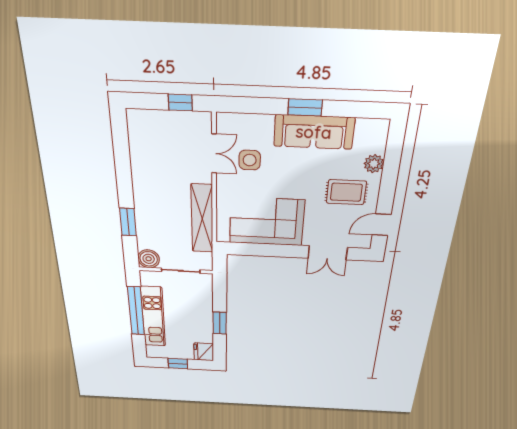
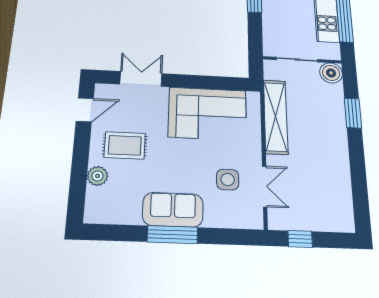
window: (305, 107) -> (173, 235), width x1.44
sofa: (314, 132) -> (173, 210), width x0.73
double door: (214, 154) -> (265, 186), swing flipped

